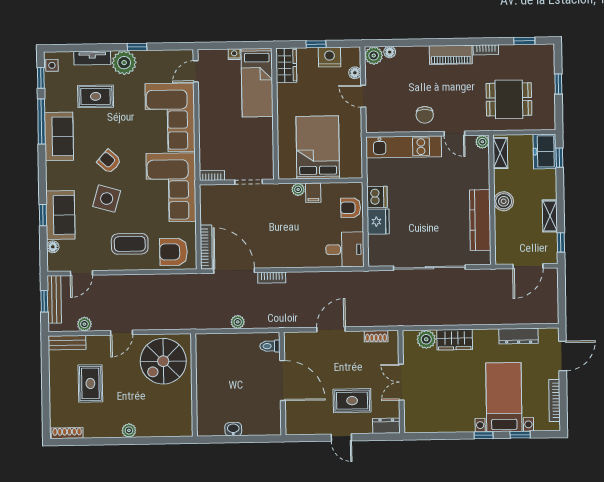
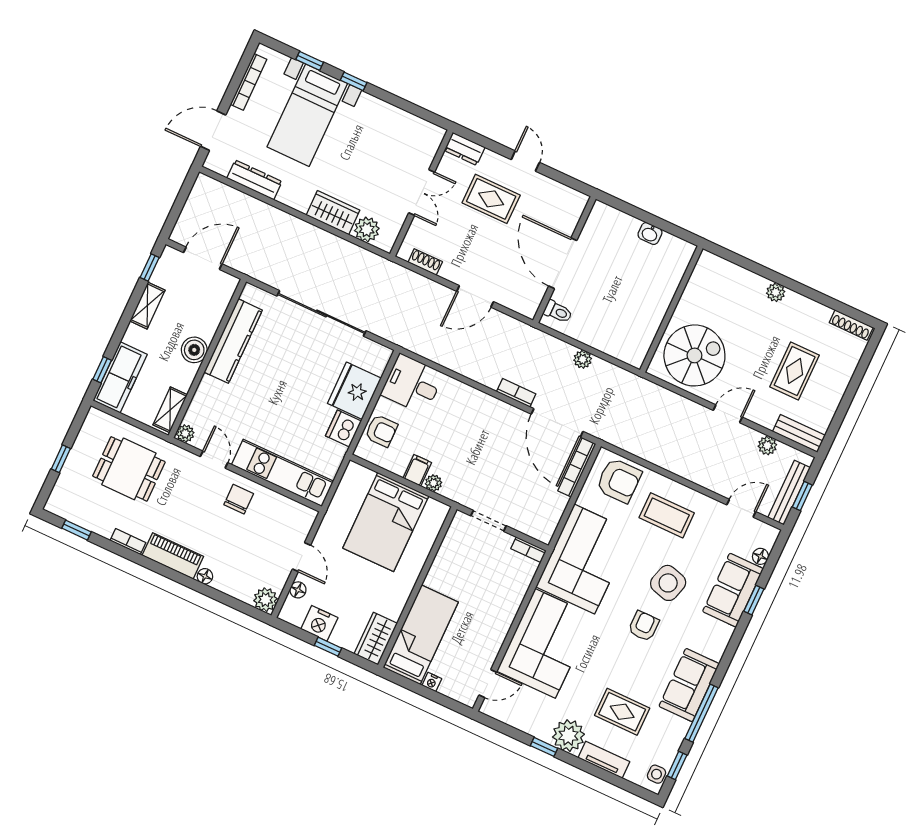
floor lamp: (390, 52) -> (205, 576), moved
freezer: (545, 151) -> (120, 377), width x1.40
armchair: (109, 161) -> (644, 626), turned -132
fridge: (378, 222) -> (354, 391), width x1.36, depth x1.34

